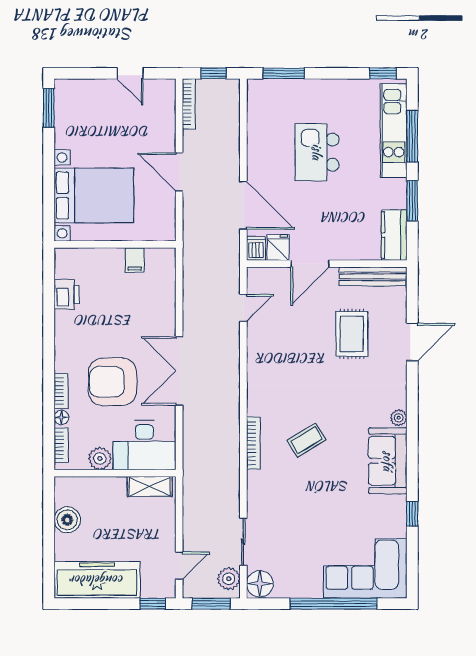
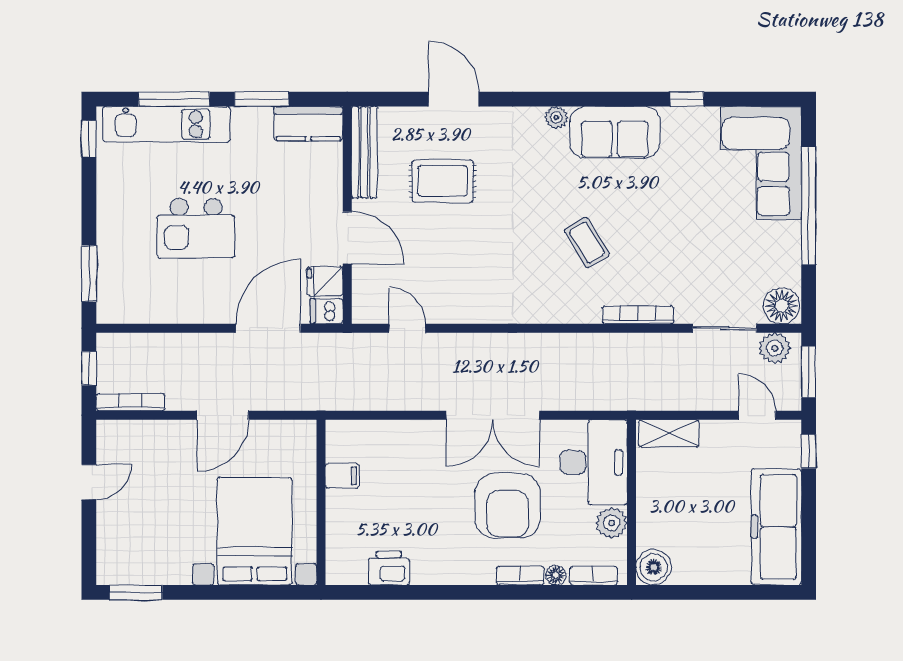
bookcase: (253, 443) -> (638, 315), moved
shelving: (150, 486) -> (669, 433), moved, turned 90
boiler: (67, 520) -> (654, 567), moved

